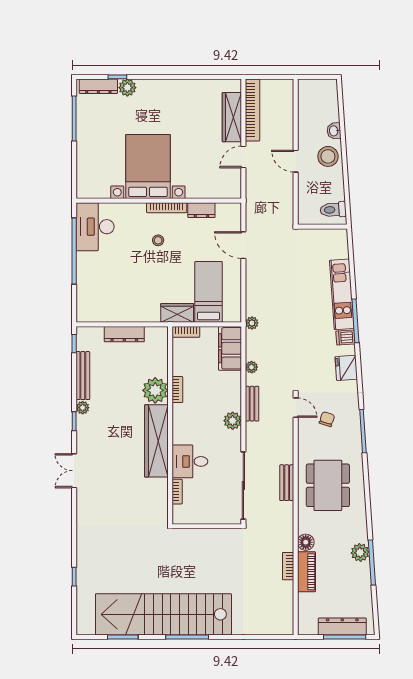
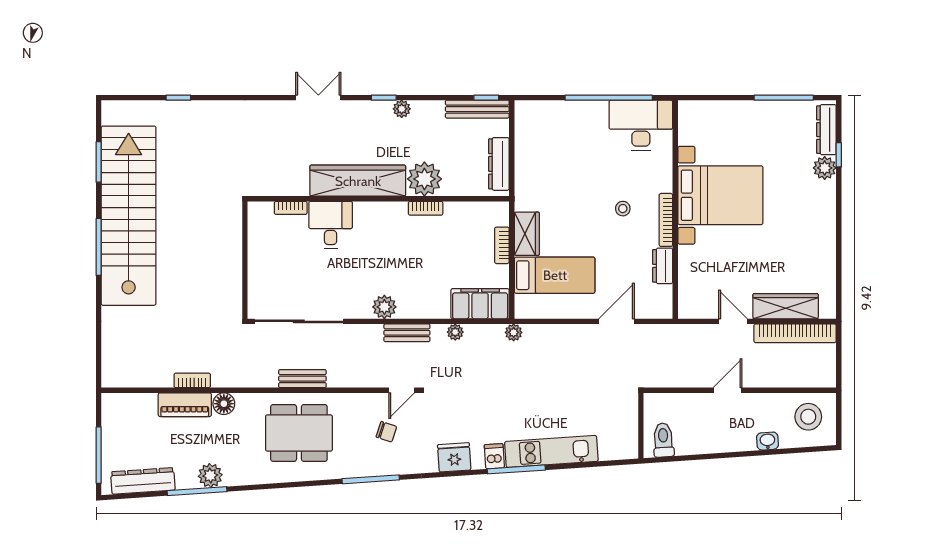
stool: (328, 156) -> (808, 417), moved
bench: (83, 376) -> (477, 109), moved
plant: (155, 390) -> (424, 179), moved
bookcase: (177, 390) -> (426, 208), moved
wall: (170, 425) -> (378, 199), moved
wardrobe: (156, 441) -> (358, 181), moved
desk: (190, 461) -> (331, 225), moved
bookcase: (177, 492) -> (291, 208), moved
dresser: (342, 626) -> (143, 481), moved, turned -94

